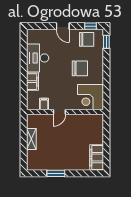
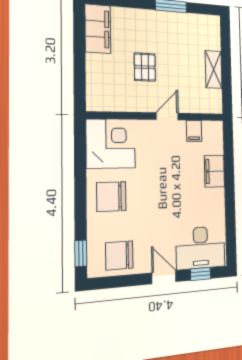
window: (90, 26) -> (201, 274), moved
desk: (38, 58) -> (201, 248), moved, turned 90
chair: (80, 68) -> (111, 197), moved
pallet: (71, 138) -> (145, 67), added

